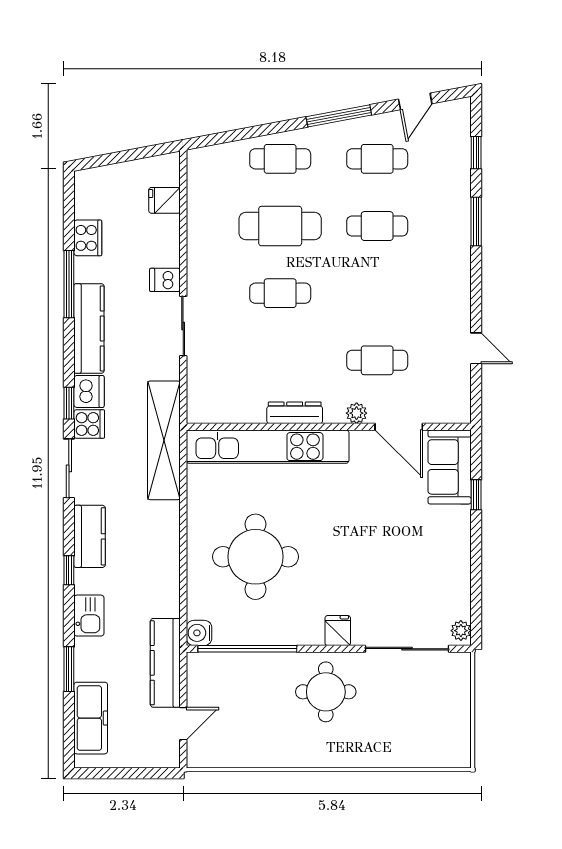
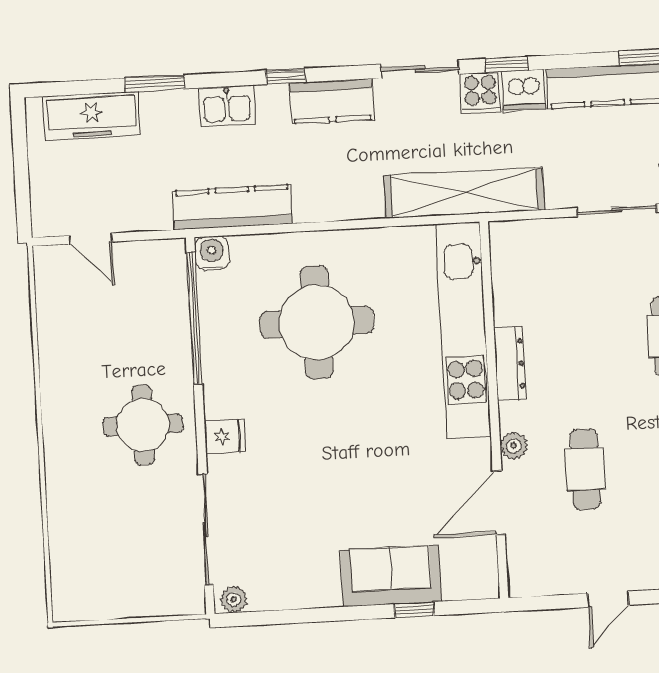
sofa: (450, 467) -> (391, 576), moved
kitchen counter: (165, 663) -> (233, 207), moved

